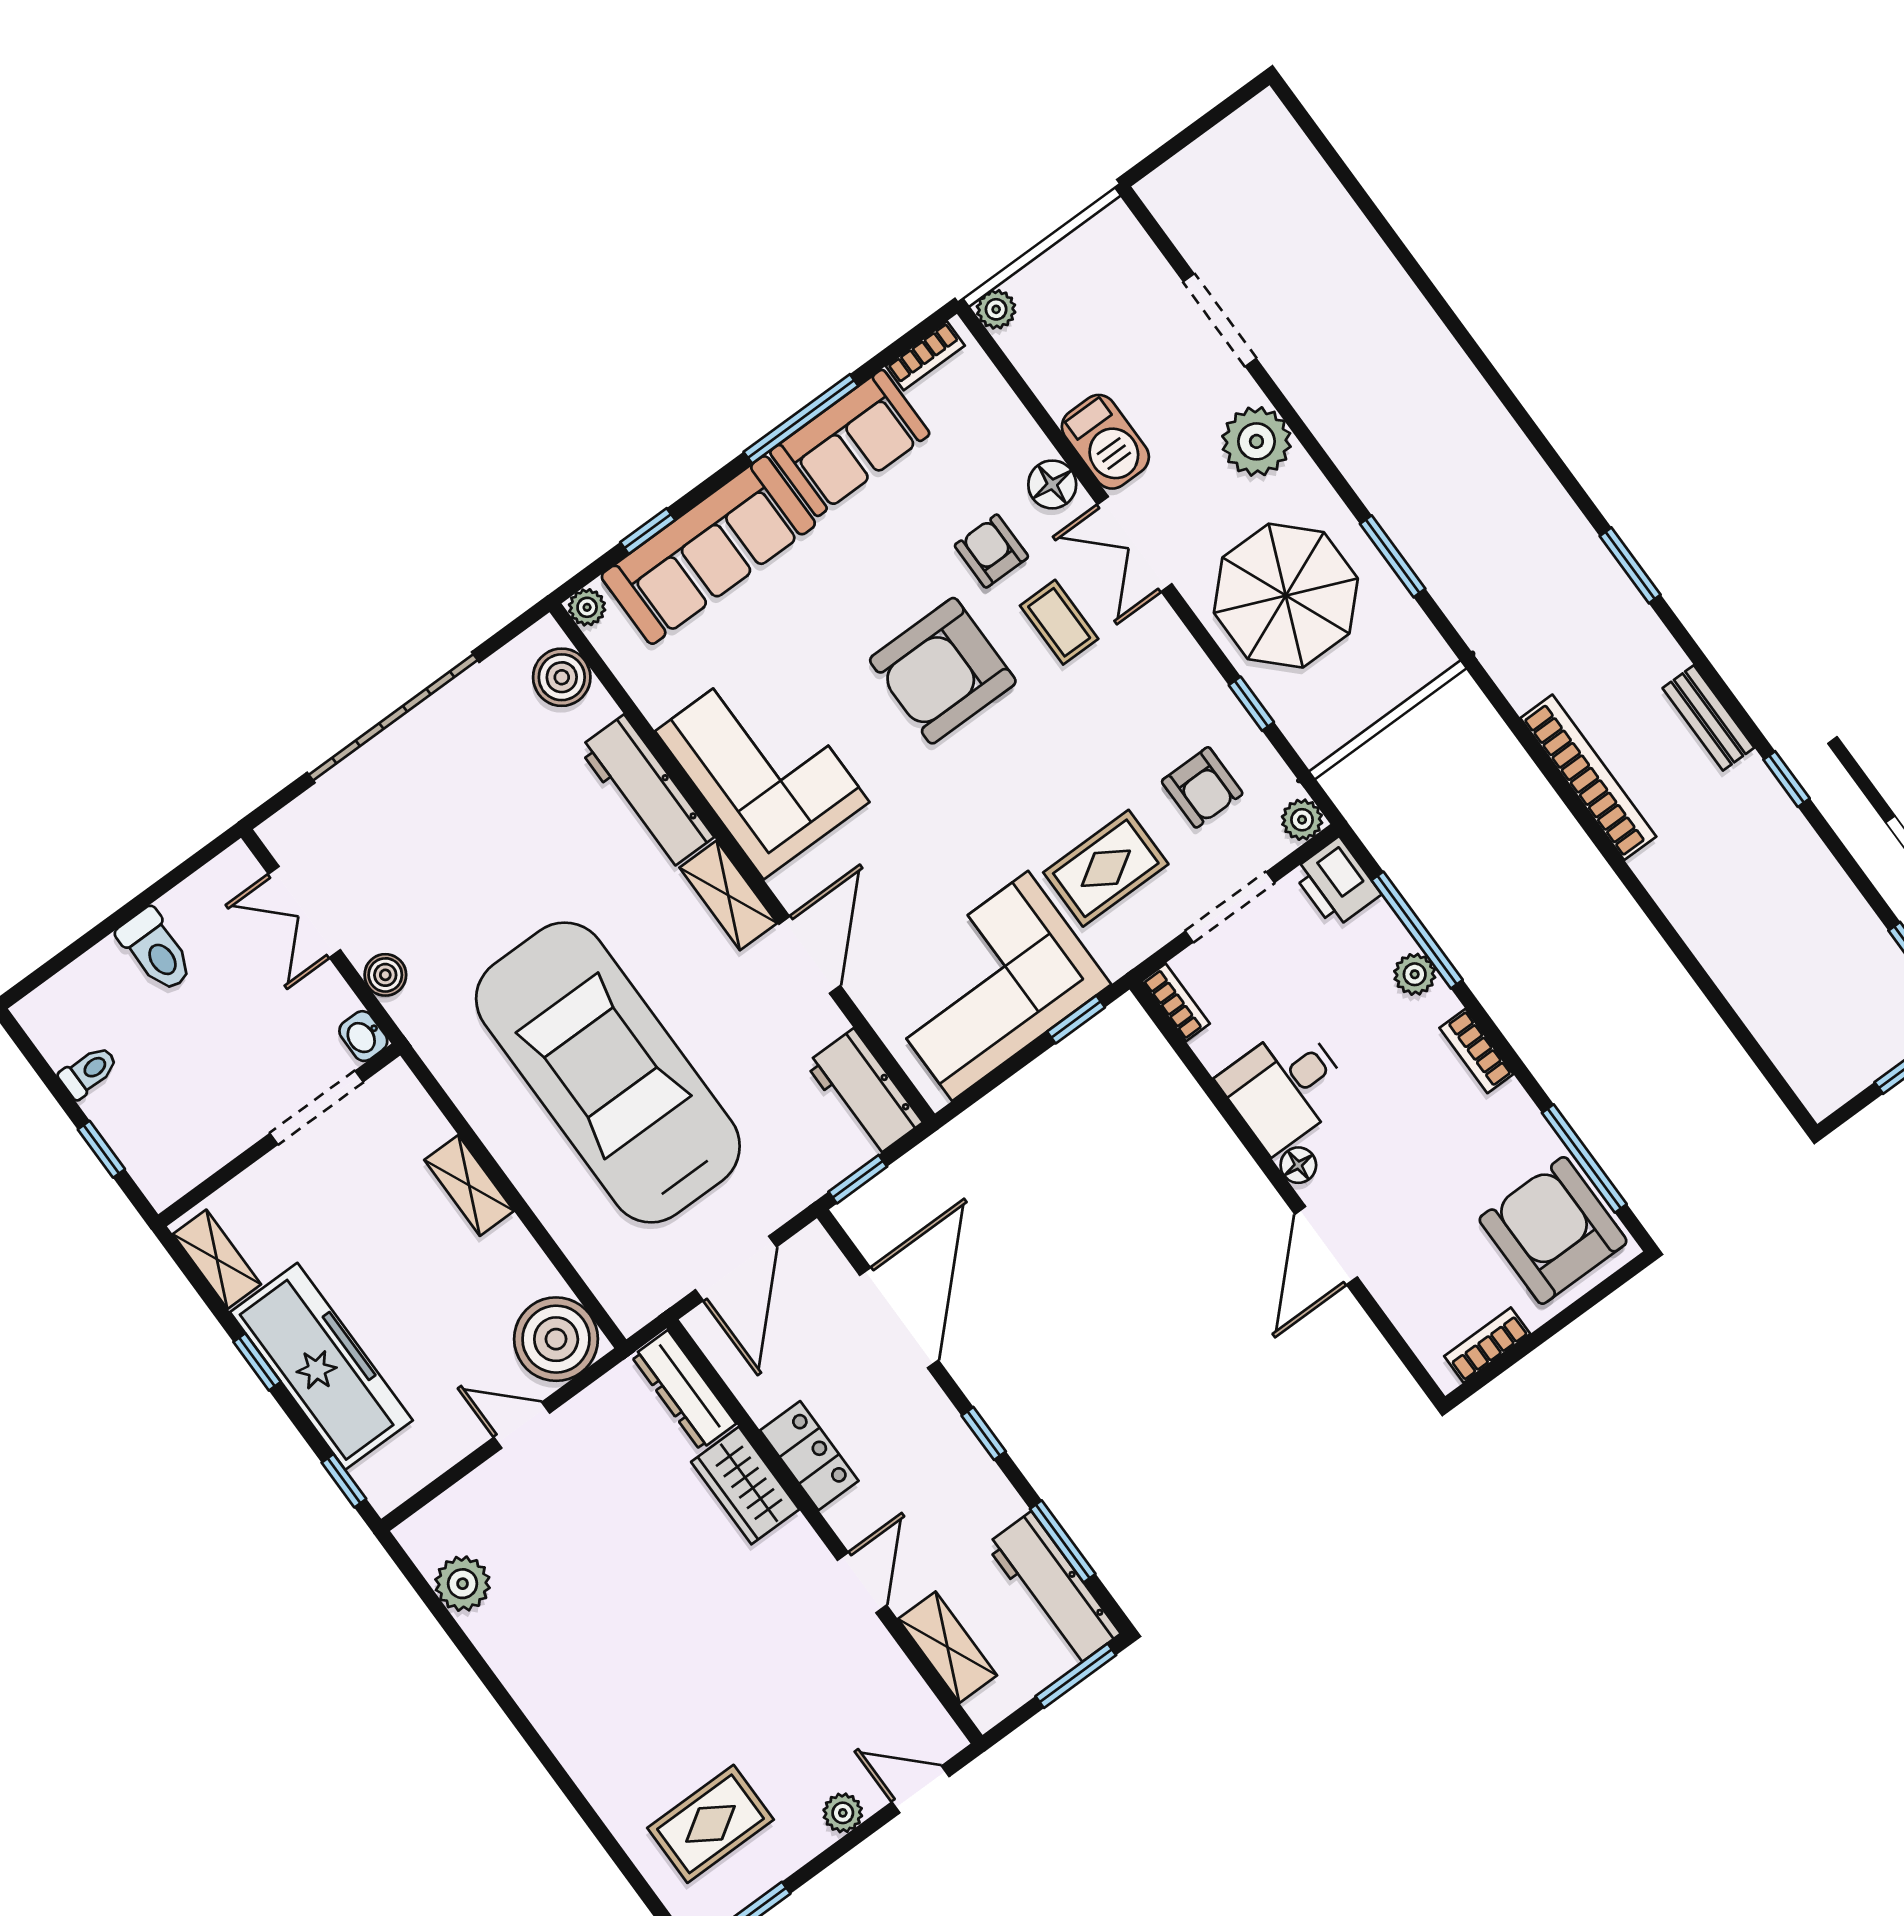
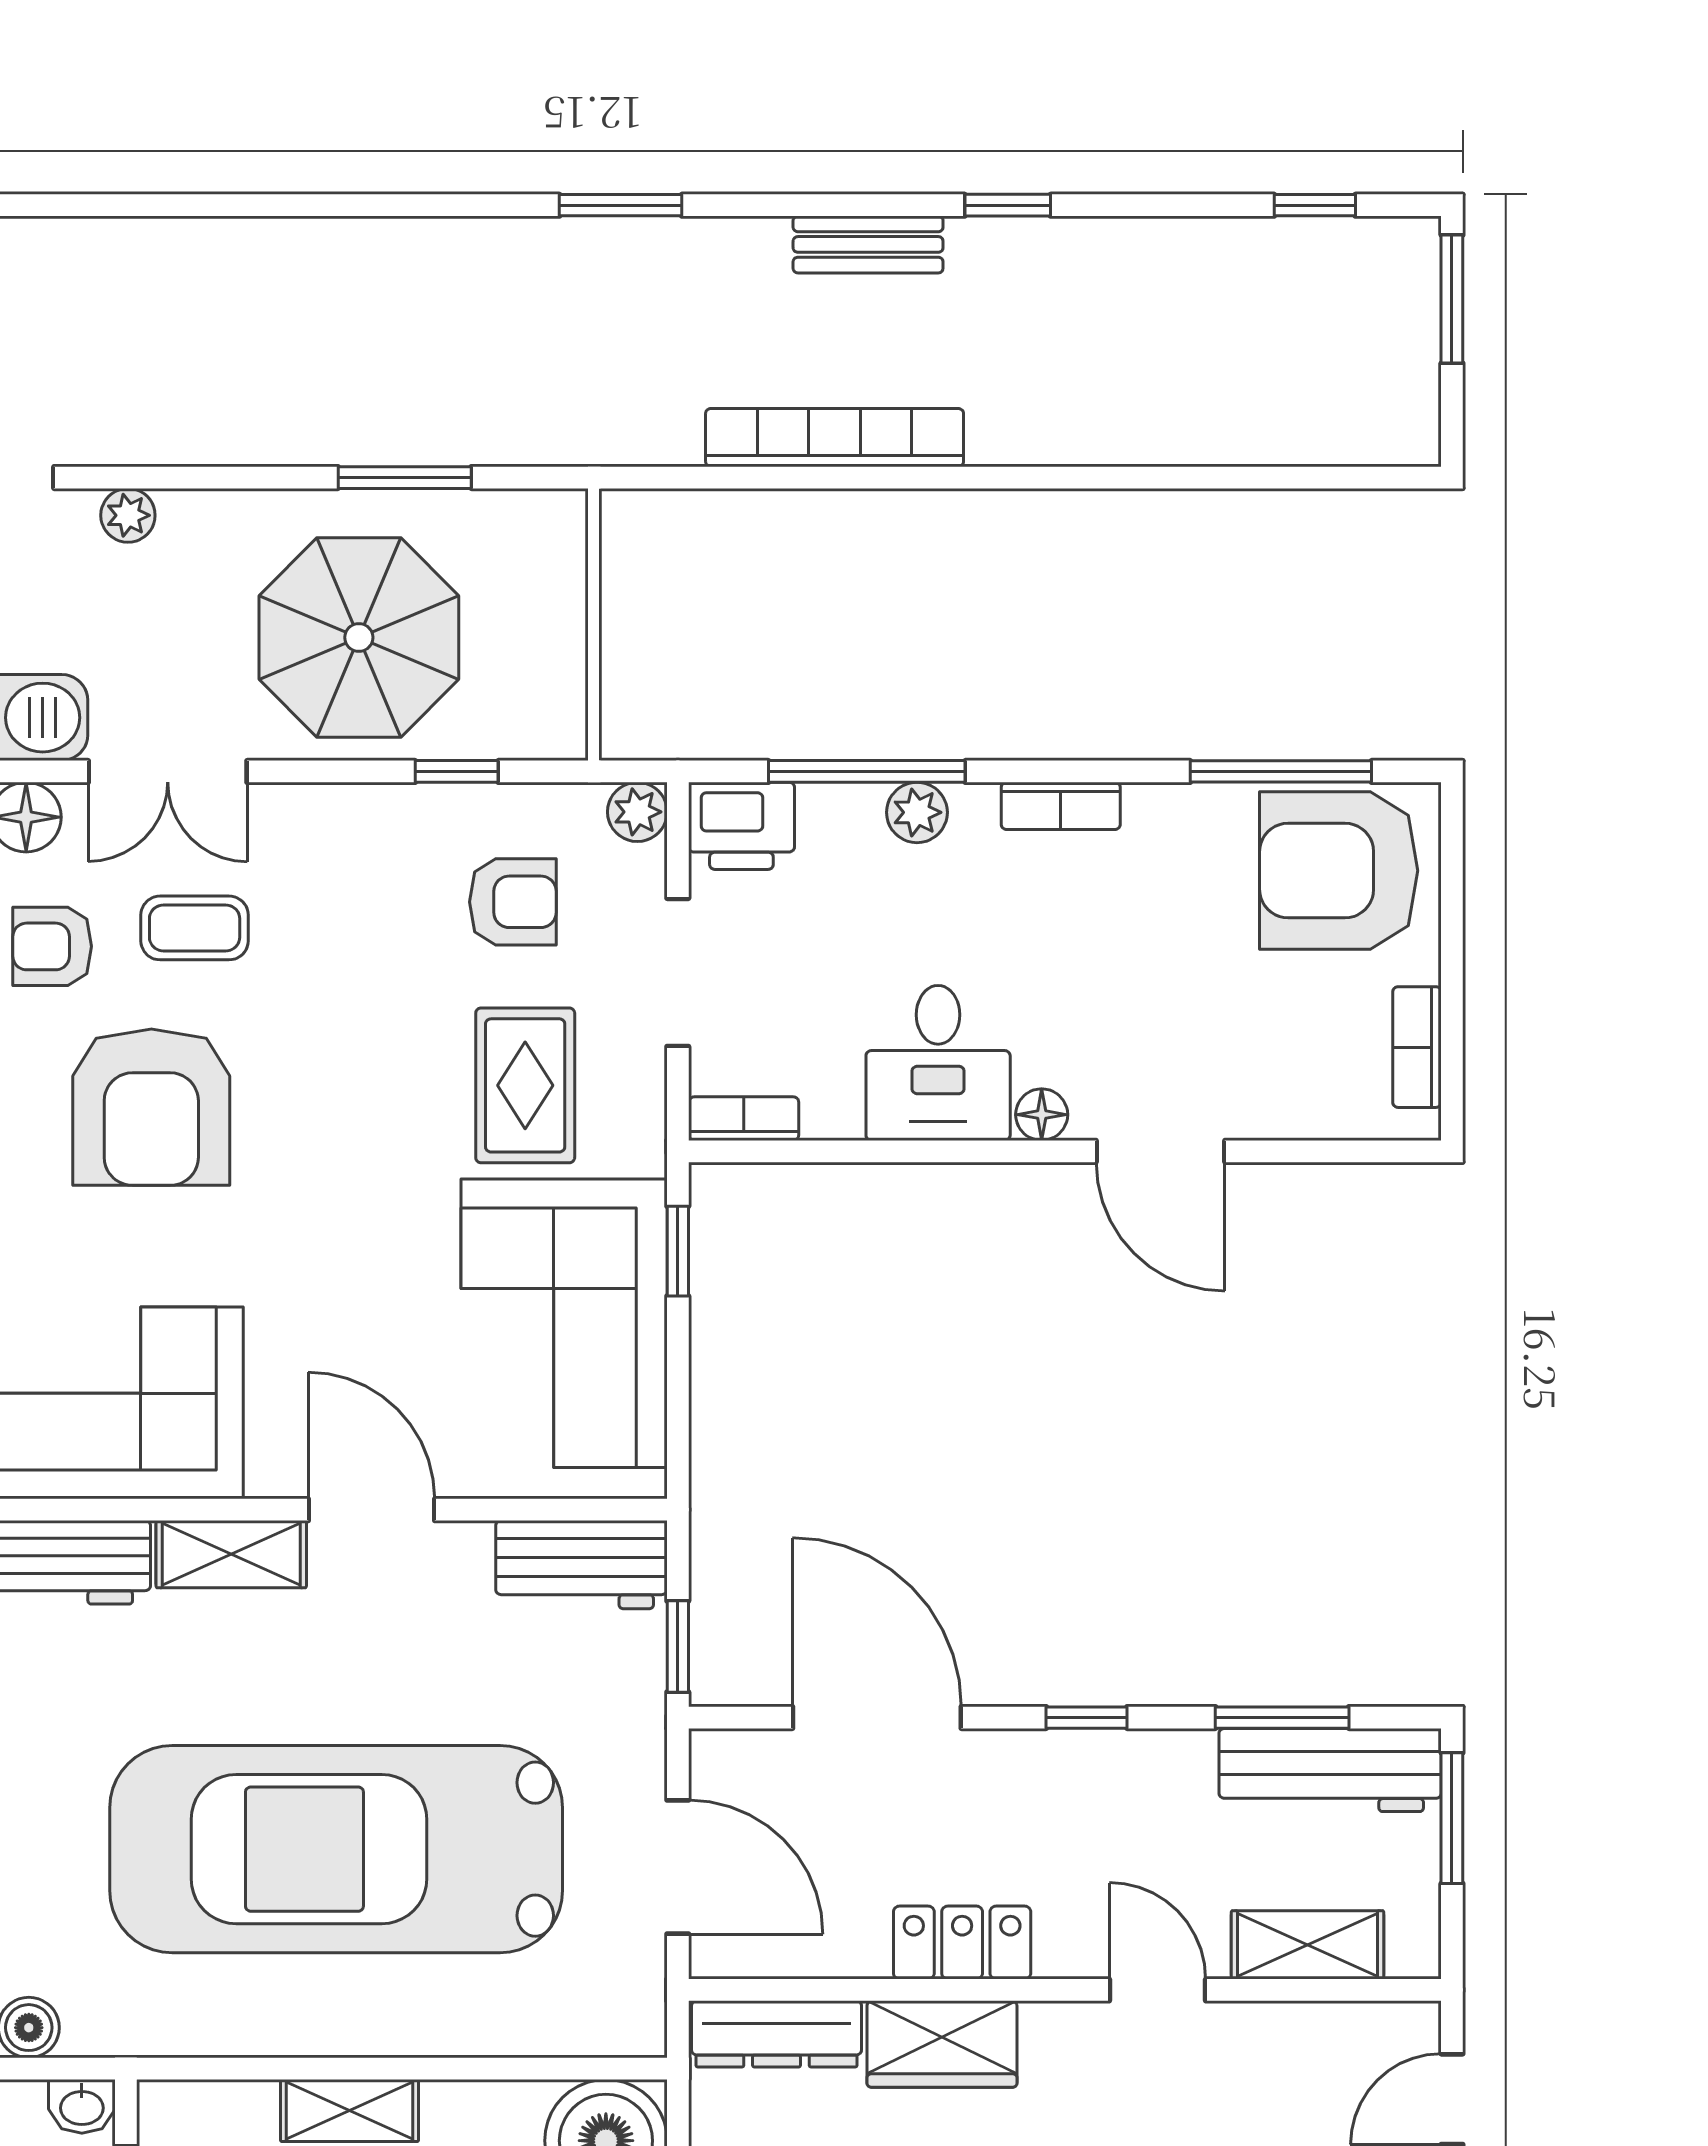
plant: (1256, 441) -> (128, 515), width x0.53, depth x0.53

